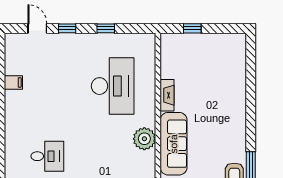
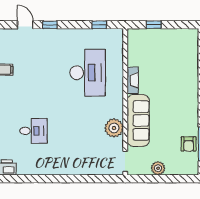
window: (106, 28) -> (99, 25), moved
plant: (144, 139) -> (114, 128), moved

